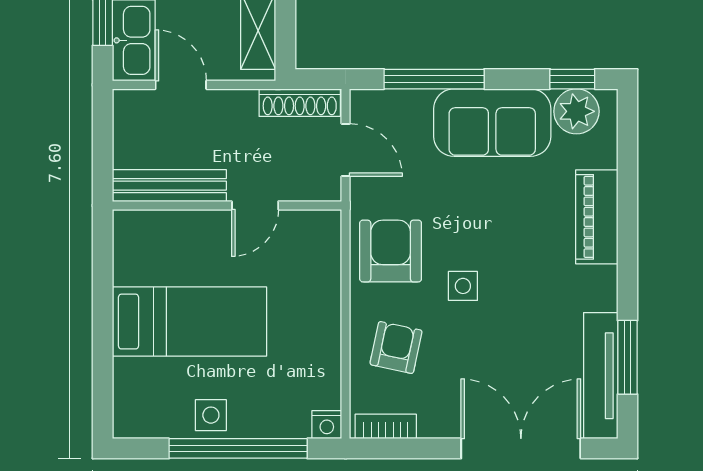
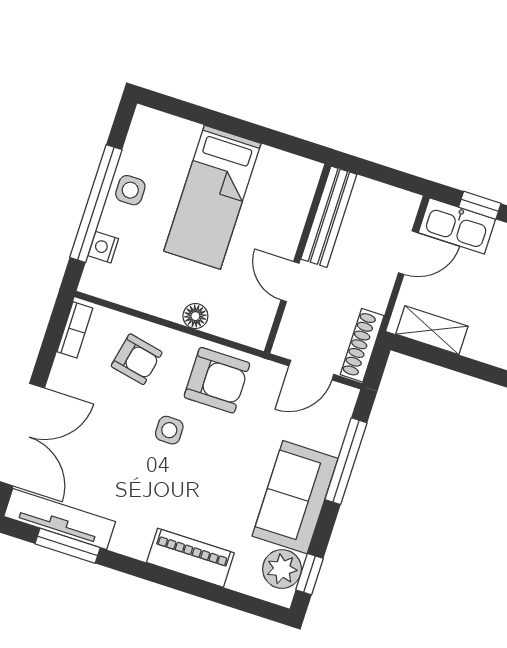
floor lamp: (327, 298) -> (195, 316), added
nightstand: (327, 425) -> (103, 247), moved

